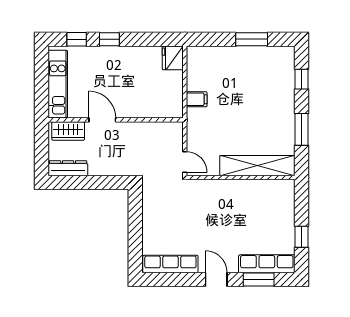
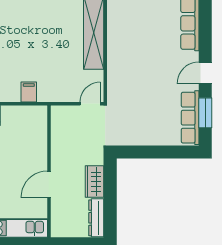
wardrobe: (68, 131) -> (95, 182), moved, turned 180
window: (259, 280) -> (205, 113), moved

